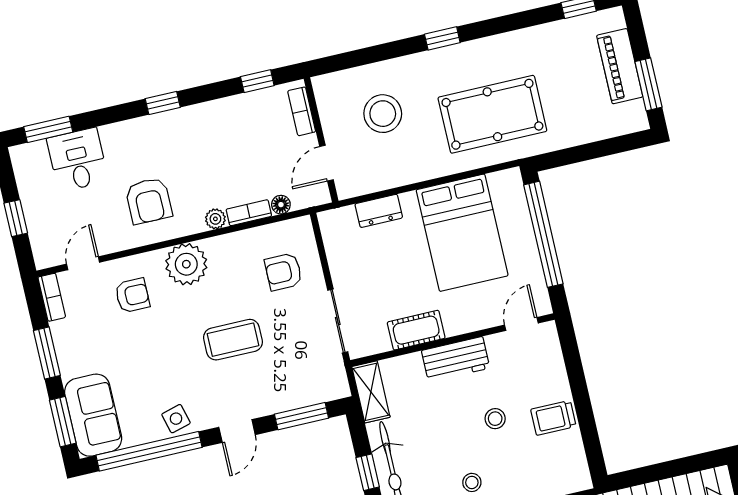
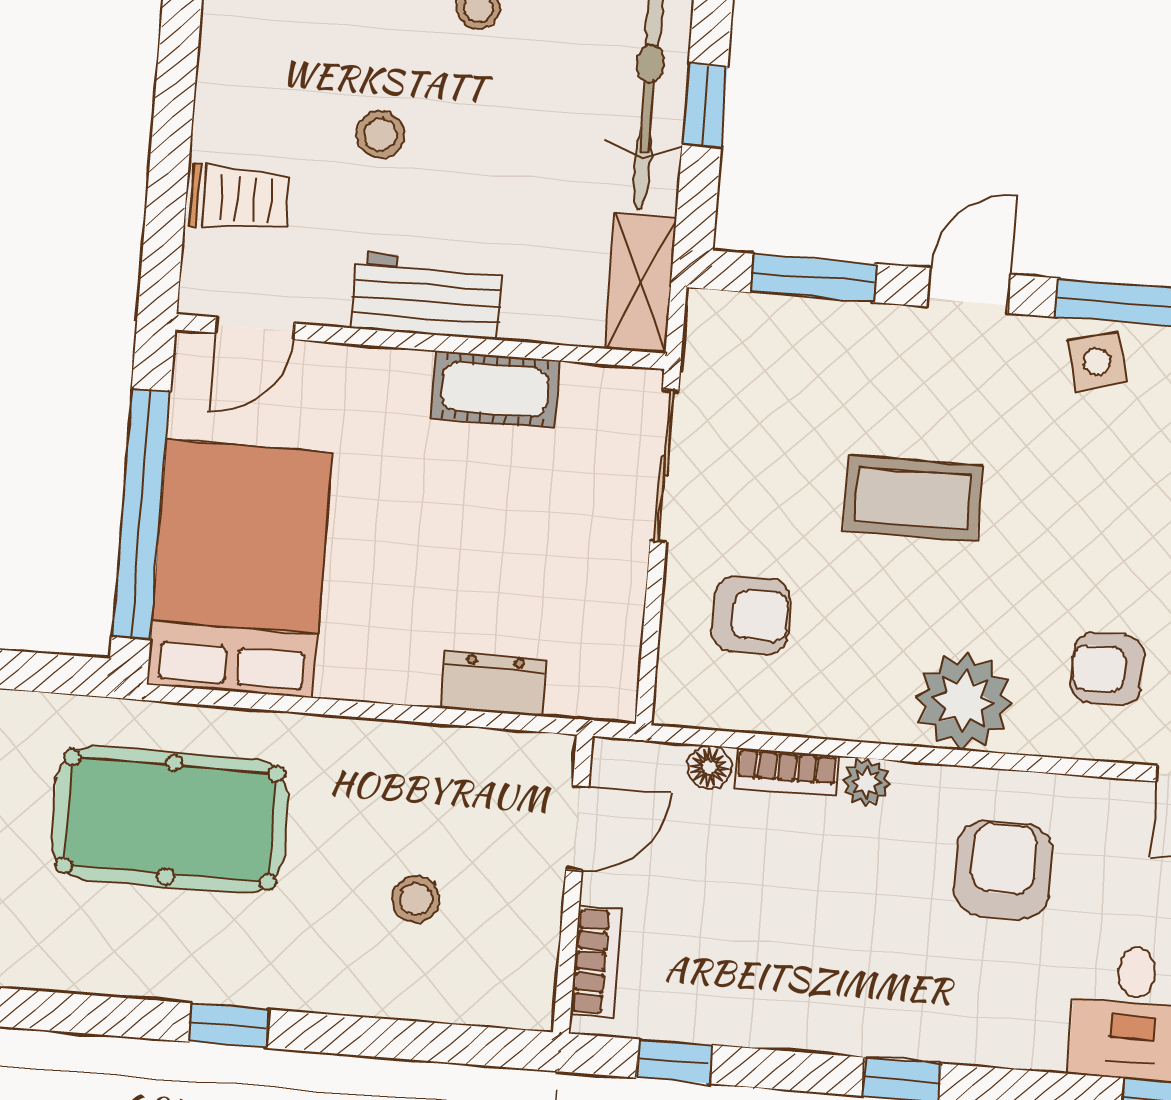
stool: (383, 114) -> (416, 899), width x0.53, depth x0.53
bed: (462, 233) -> (239, 569), moved
trolley: (553, 418) -> (239, 198), moved

